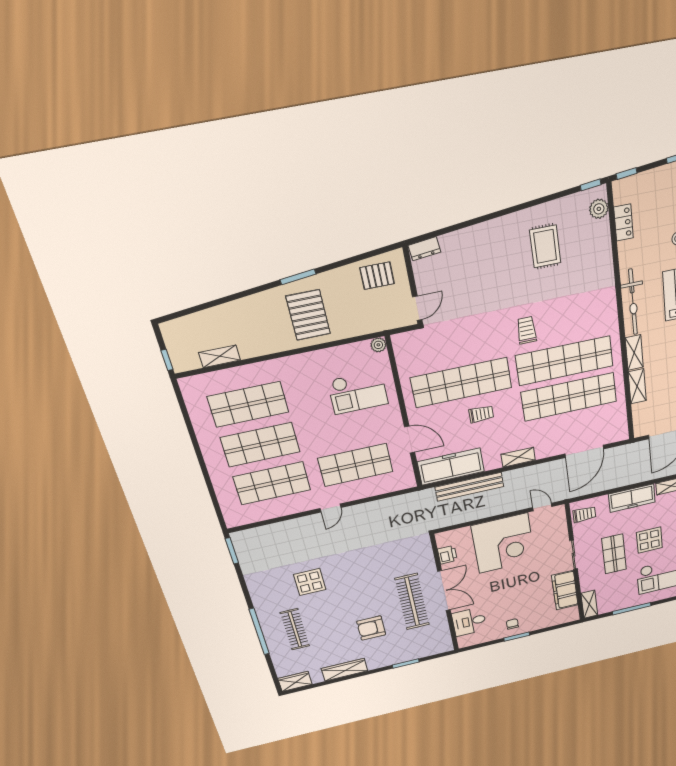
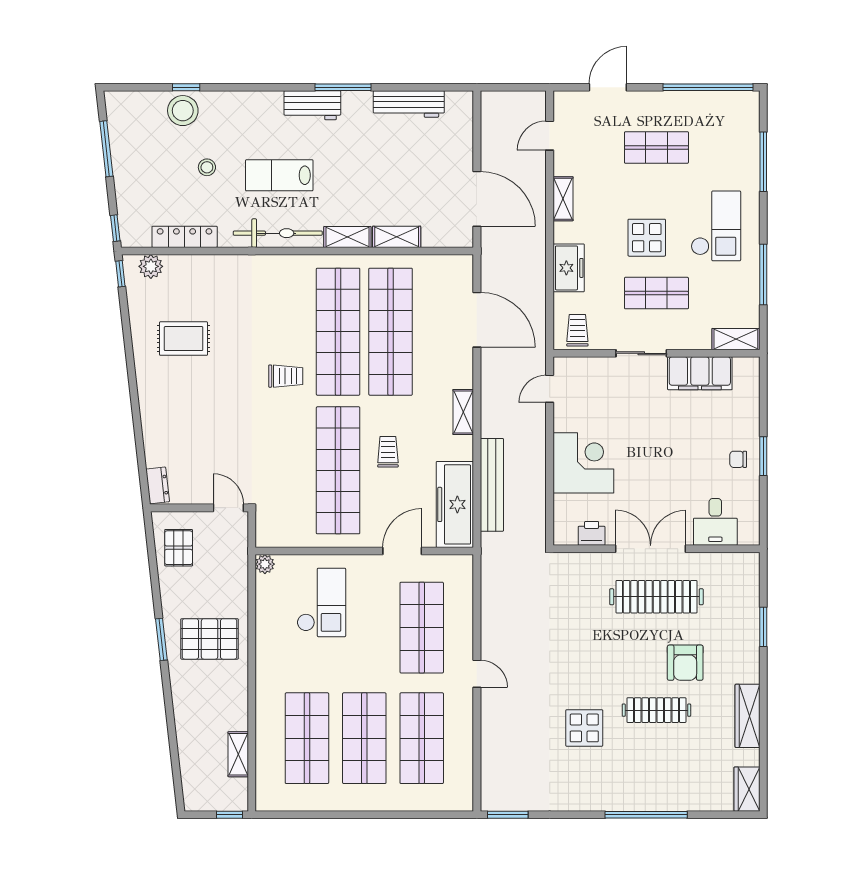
locker: (624, 223) -> (185, 237), width x1.53
trolley: (527, 330) -> (286, 376), turned 180
freezer: (632, 498) -> (569, 268), width x0.71
corner desk: (503, 543) -> (583, 463), width x0.74, depth x0.74
clothes rail: (295, 629) -> (656, 710), moved

